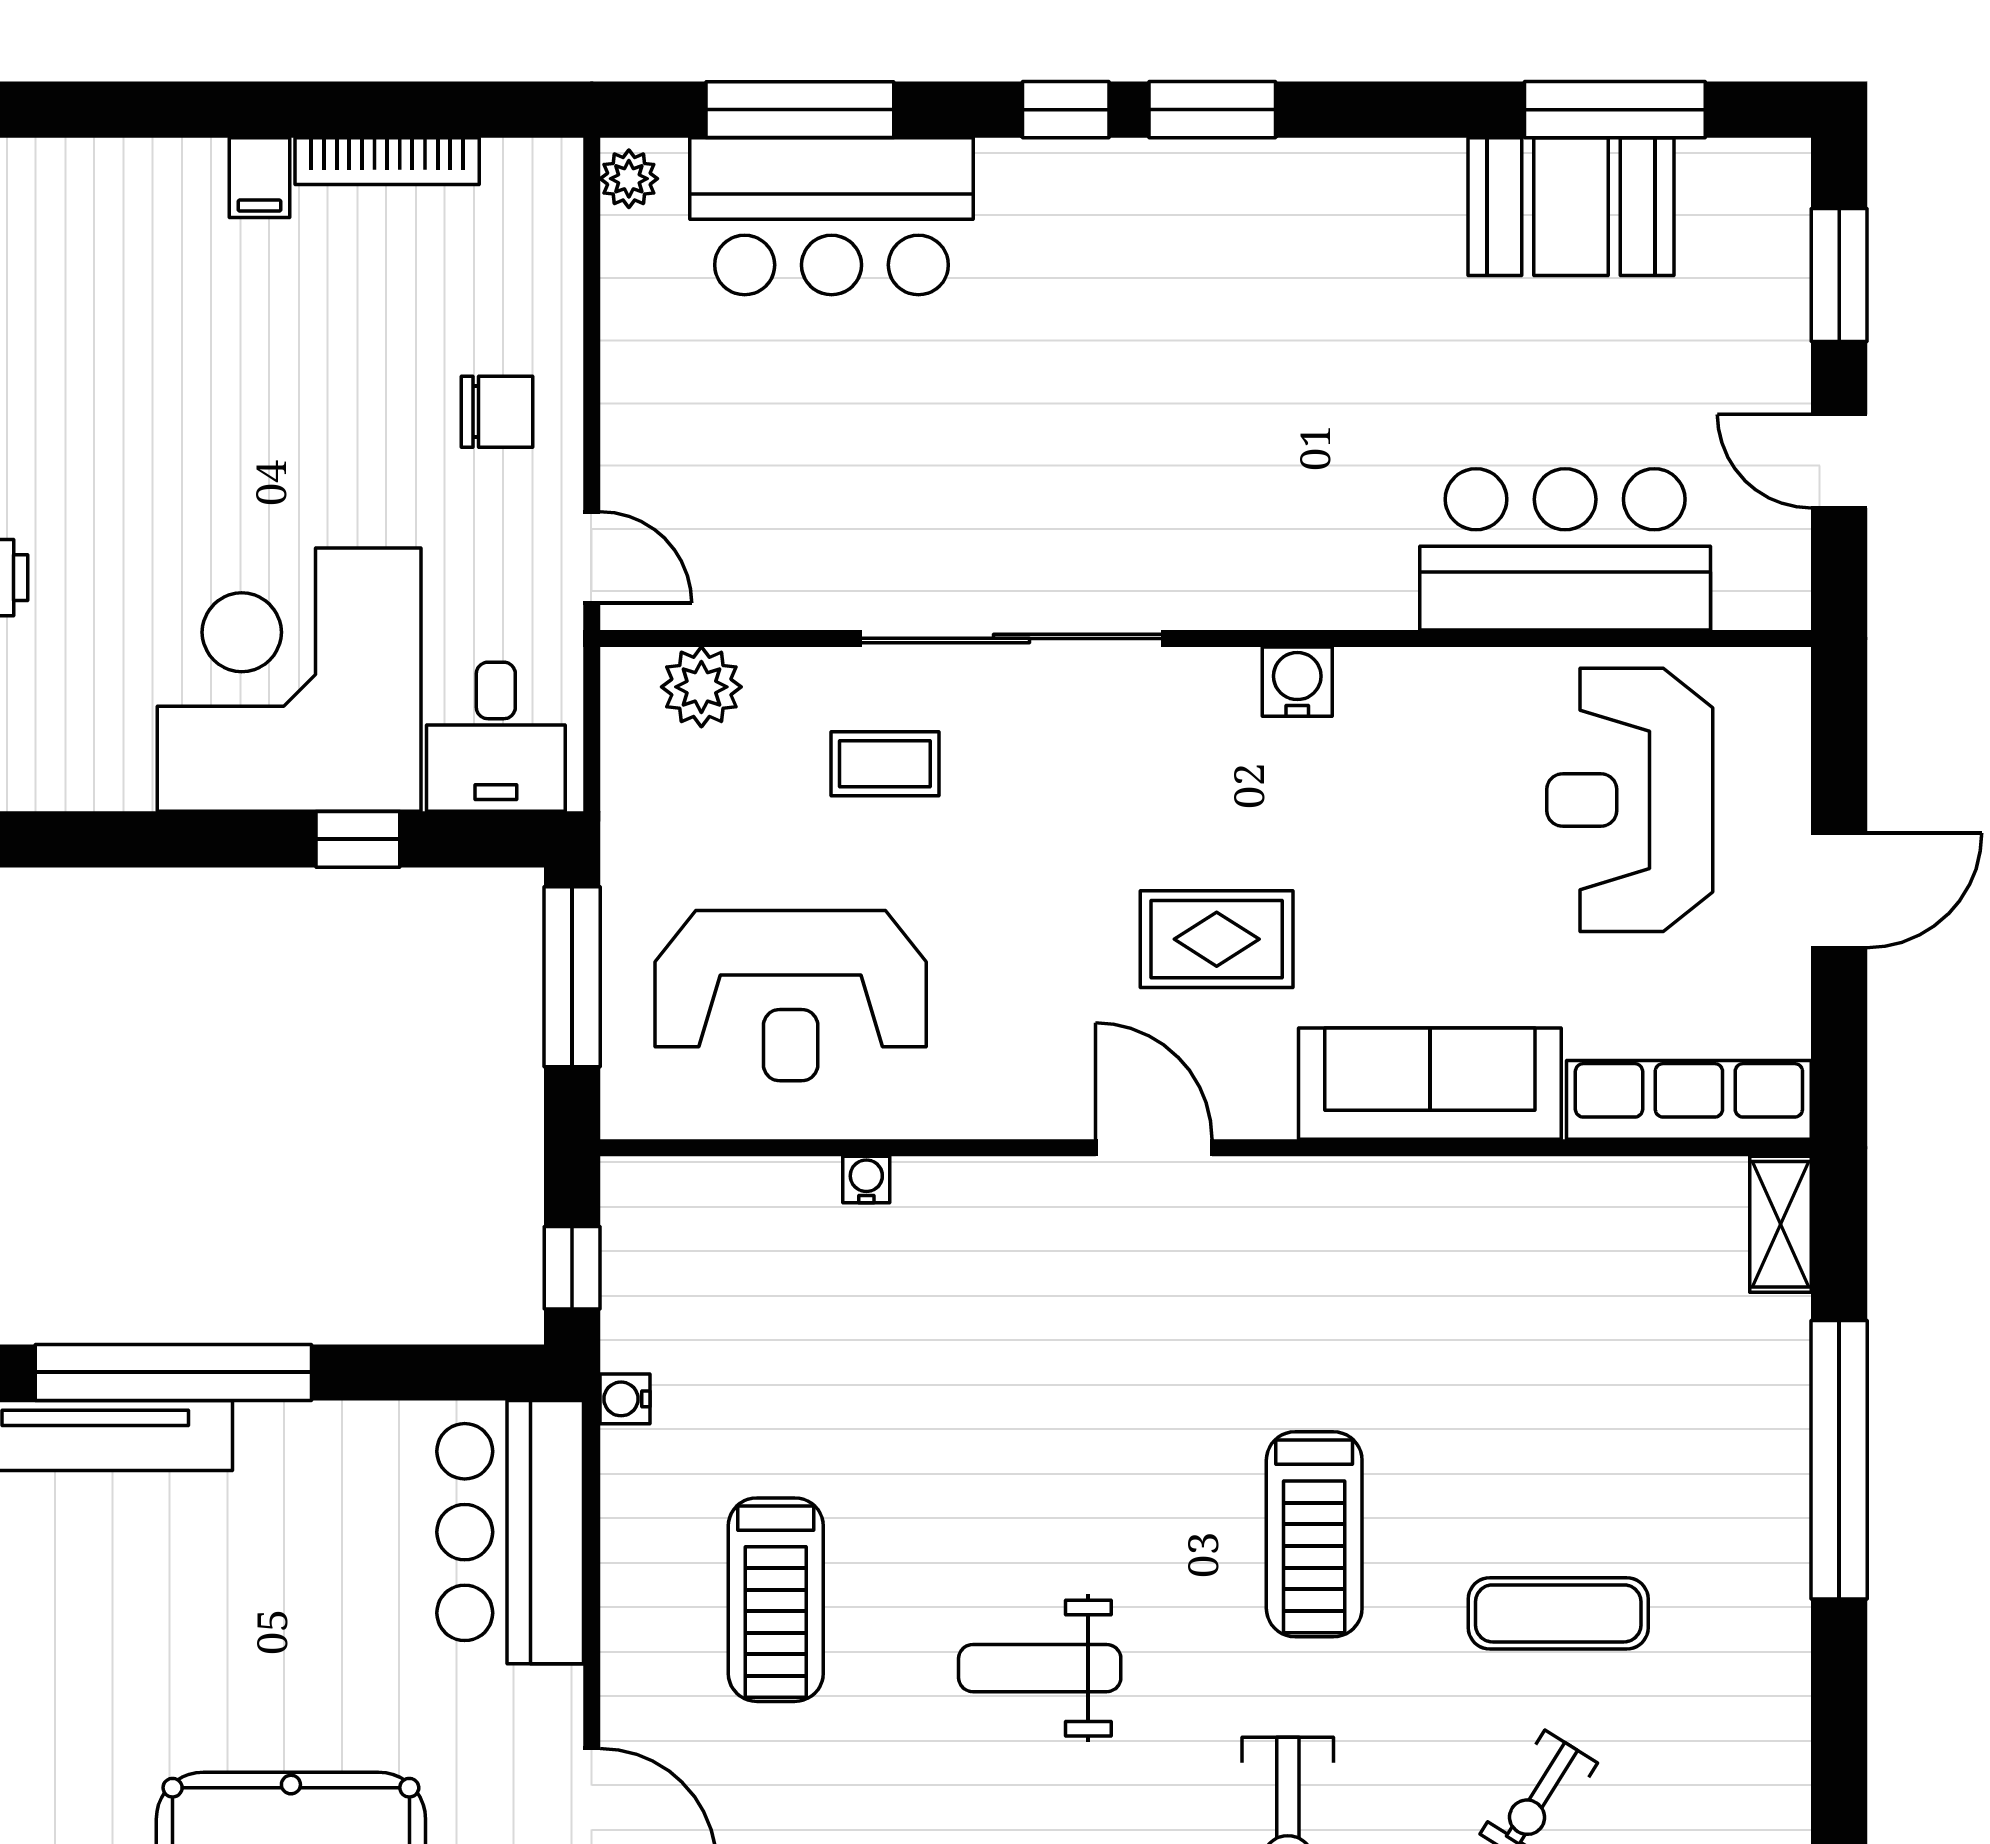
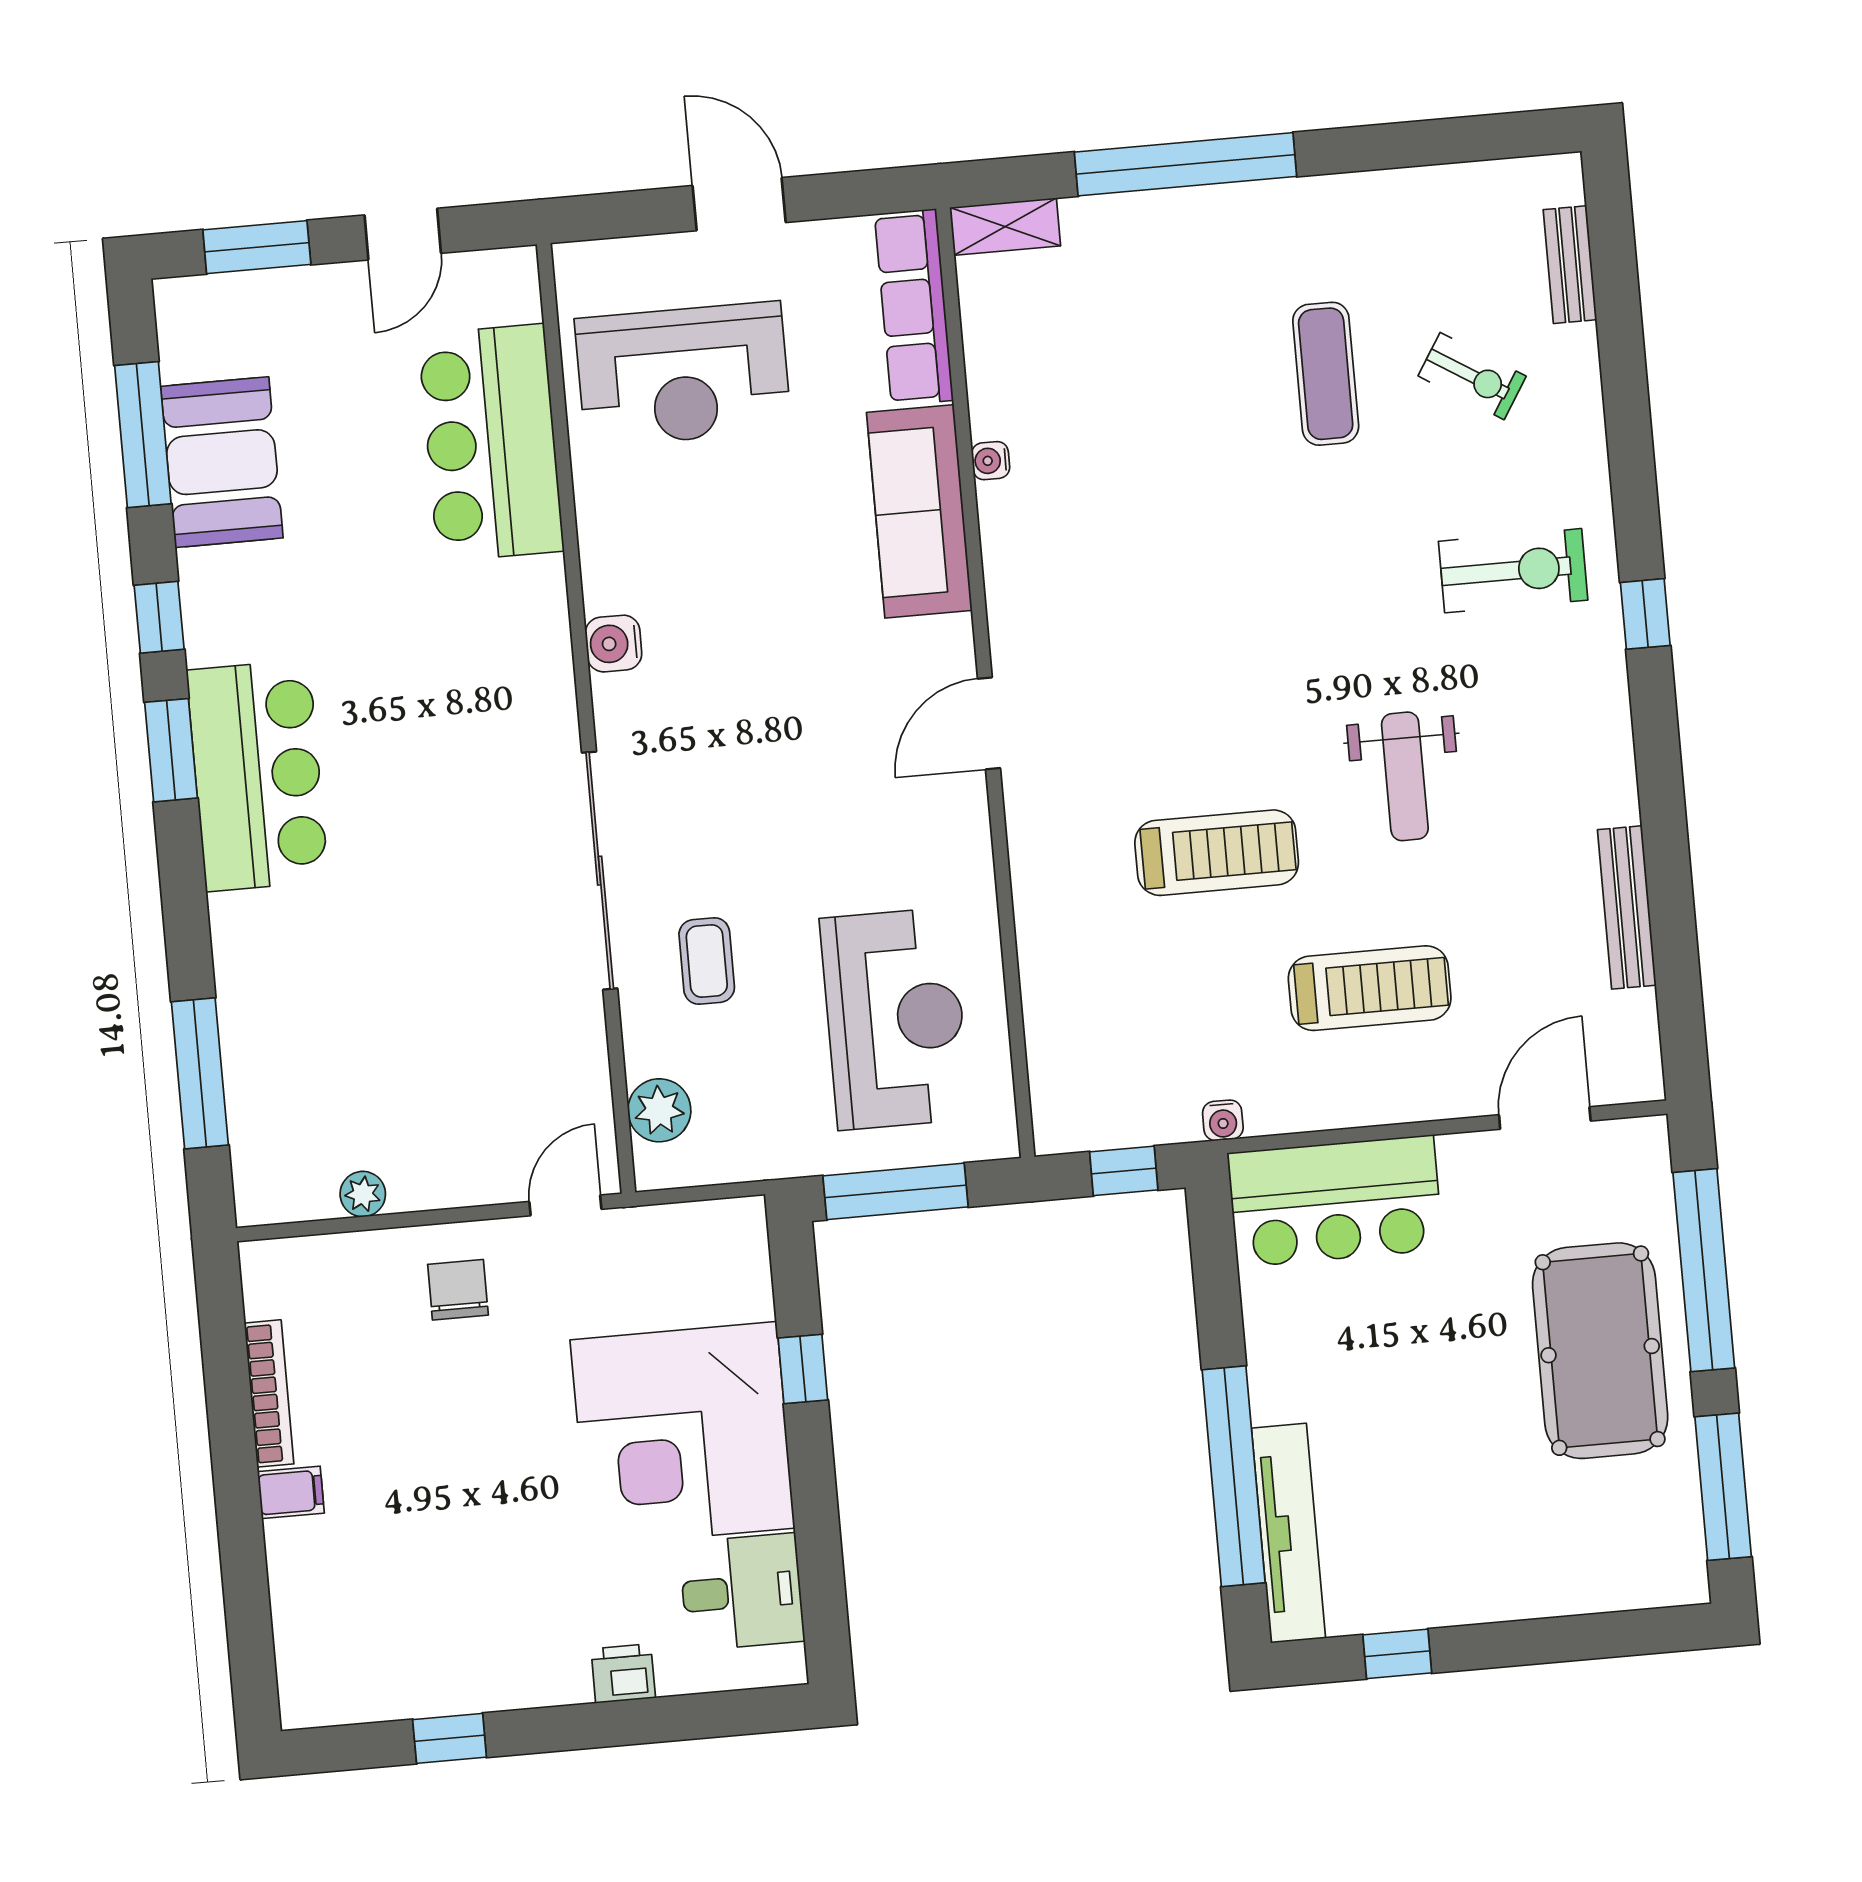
window: (1066, 110) -> (159, 617), moved
plant: (629, 179) -> (363, 1194), moved
bar counter: (832, 216) -> (257, 776), moved
desk: (496, 737) -> (742, 1592), moved
rug: (1217, 939) -> (821, 689), removed
water cooler: (866, 1180) -> (991, 461), moved
treadmill: (1314, 1534) -> (1217, 853), moved

